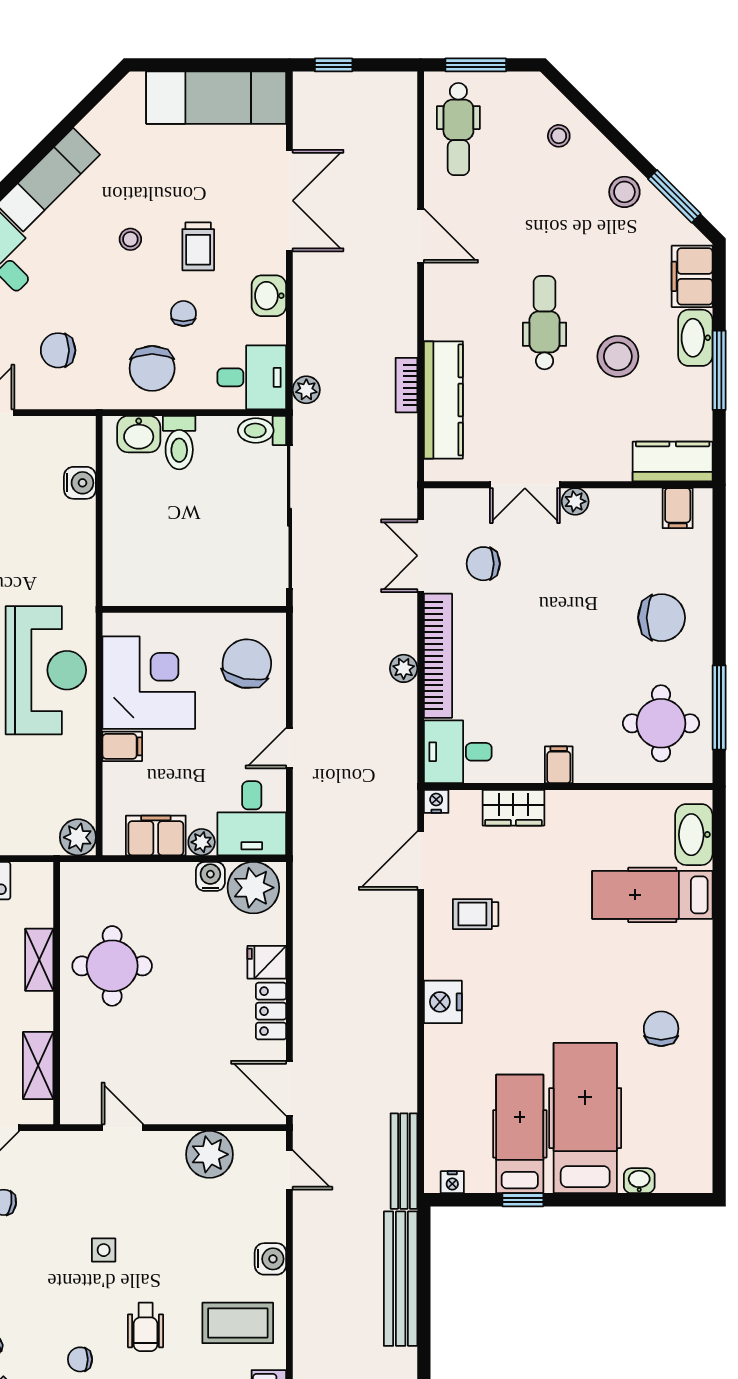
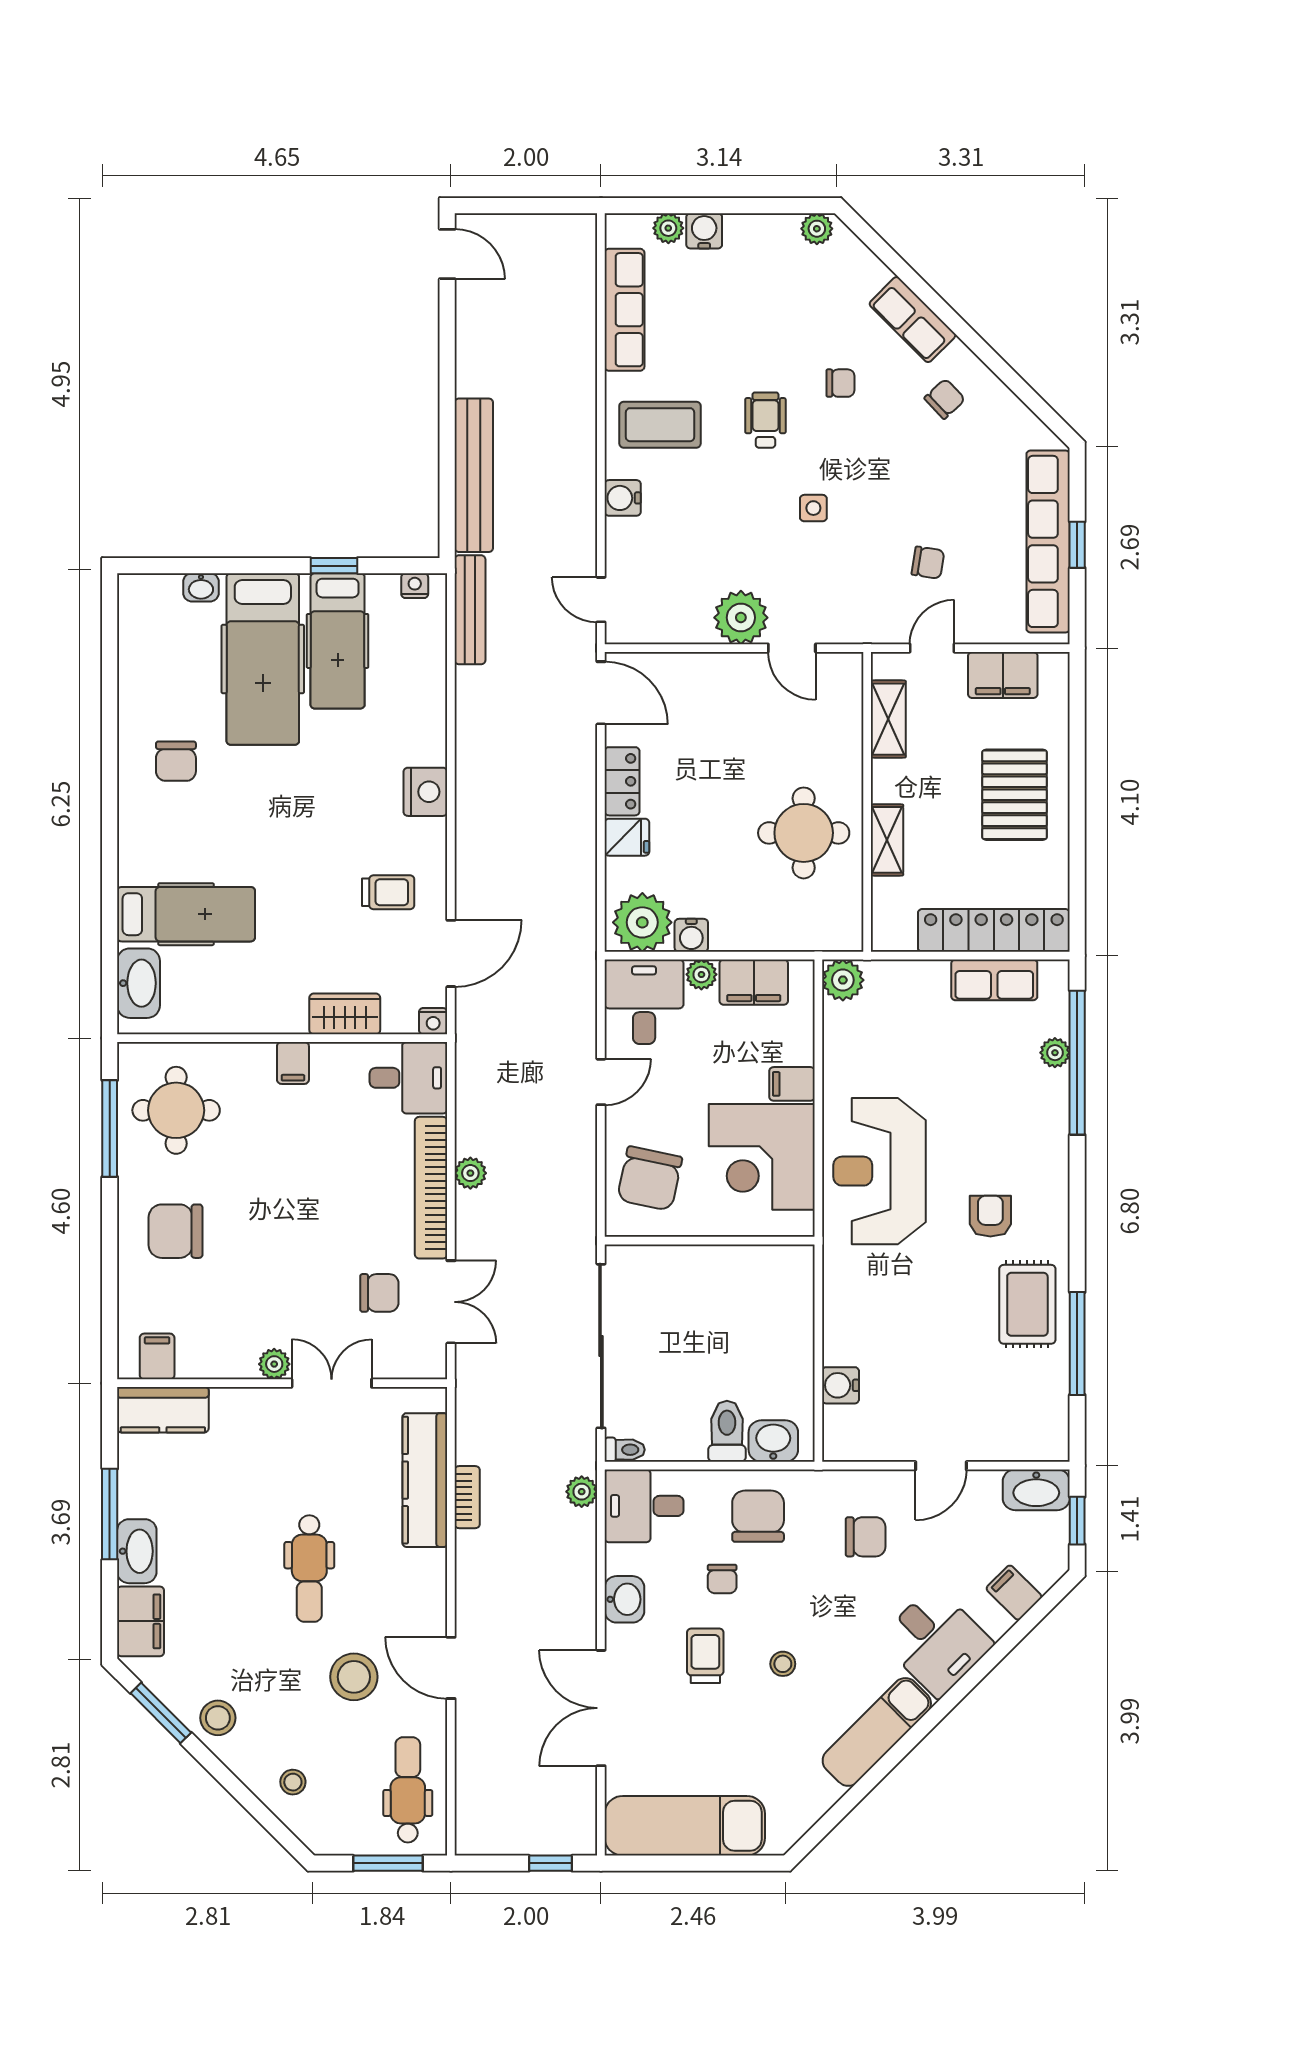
stool: (618, 356) -> (354, 1677), moved
toilet: (262, 431) -> (625, 1450), width x0.73, depth x0.72
plant: (209, 1154) -> (741, 618), moved

